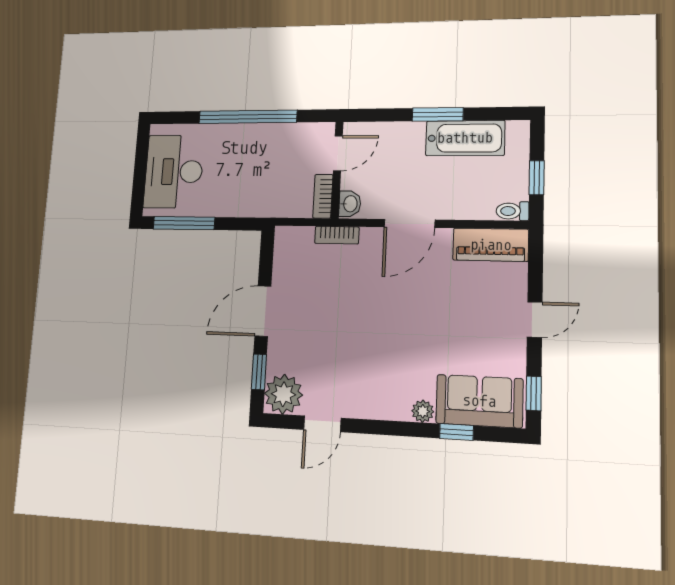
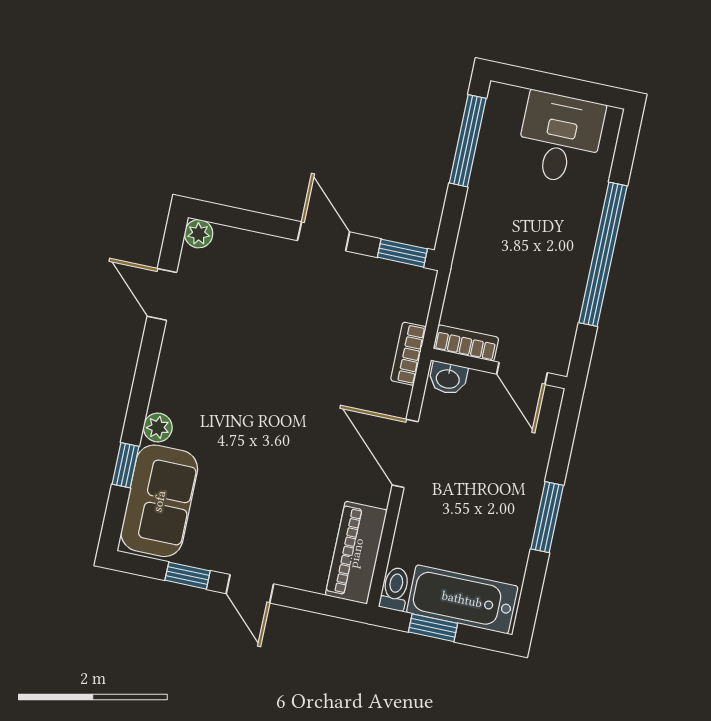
bathtub: (465, 138) -> (462, 599), moved, turned 90
desk: (174, 172) -> (560, 138), width x0.73
door: (263, 311) -> (324, 236), width x0.73
window: (259, 372) -> (402, 253), moved
window: (534, 393) -> (188, 576), moved
plant: (283, 394) -> (199, 234), width x0.53, depth x0.53

